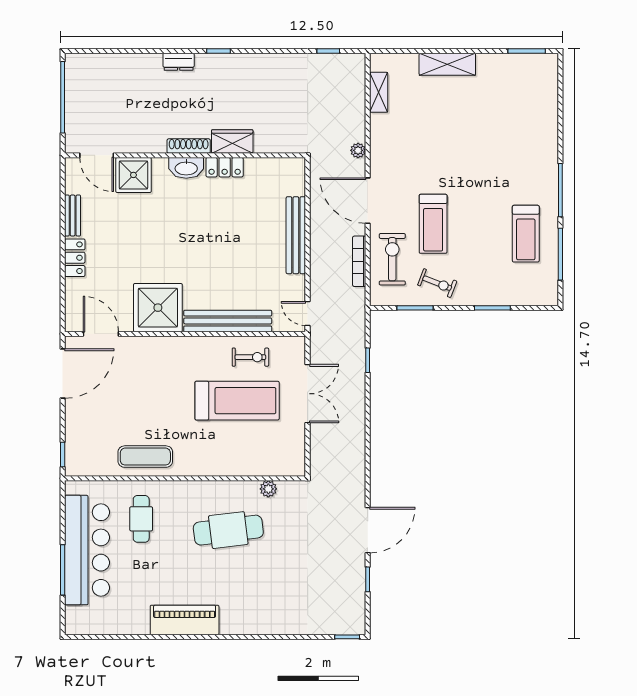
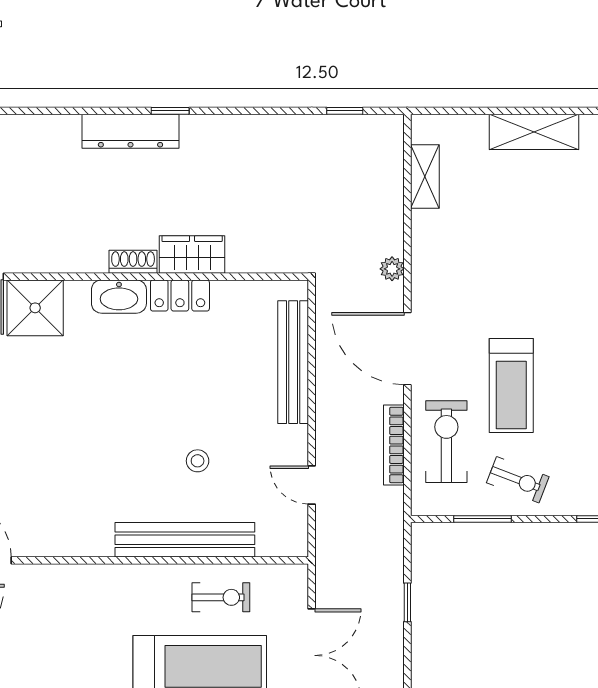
dresser: (179, 62) -> (130, 131), width x1.96, depth x1.24
shoe rack: (189, 146) -> (133, 262), width x0.70
bench: (296, 235) -> (293, 362), moved
stool: (236, 271) -> (198, 461), added
shower: (158, 308) -> (74, 519), removed
door: (308, 314) -> (312, 485), moved

